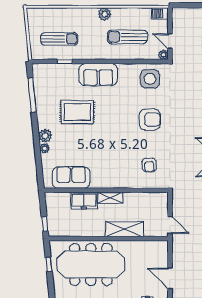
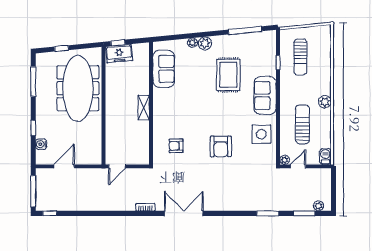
side table: (150, 79) -> (261, 134), moved
freezer: (84, 201) -> (119, 54), moved, turned -96
shelving: (125, 229) -> (113, 121), removed
window: (49, 264) -> (61, 48), moved

